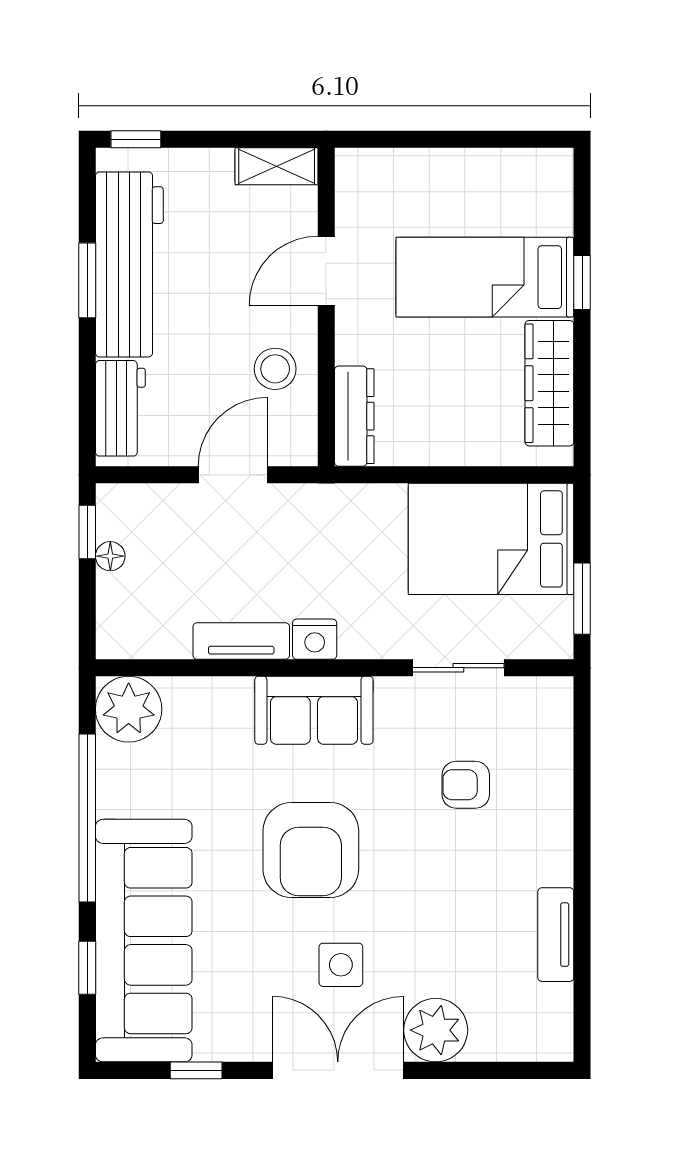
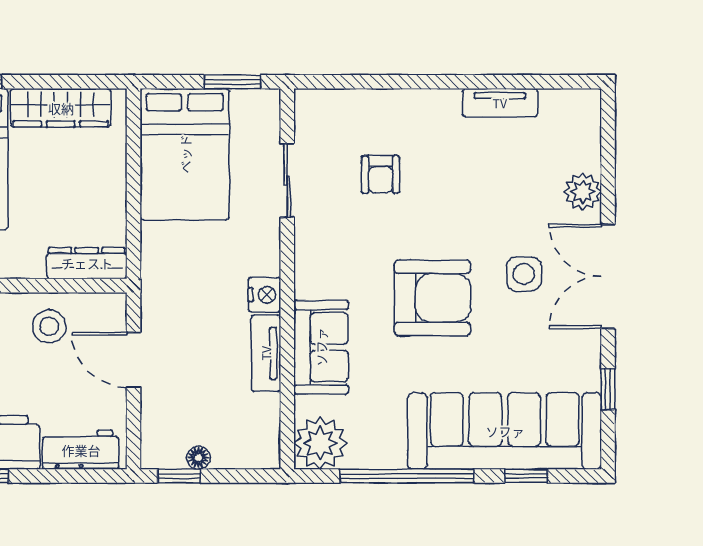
sofa: (314, 710) -> (321, 347), moved
plant: (436, 1030) -> (583, 192), width x0.73, depth x0.73

